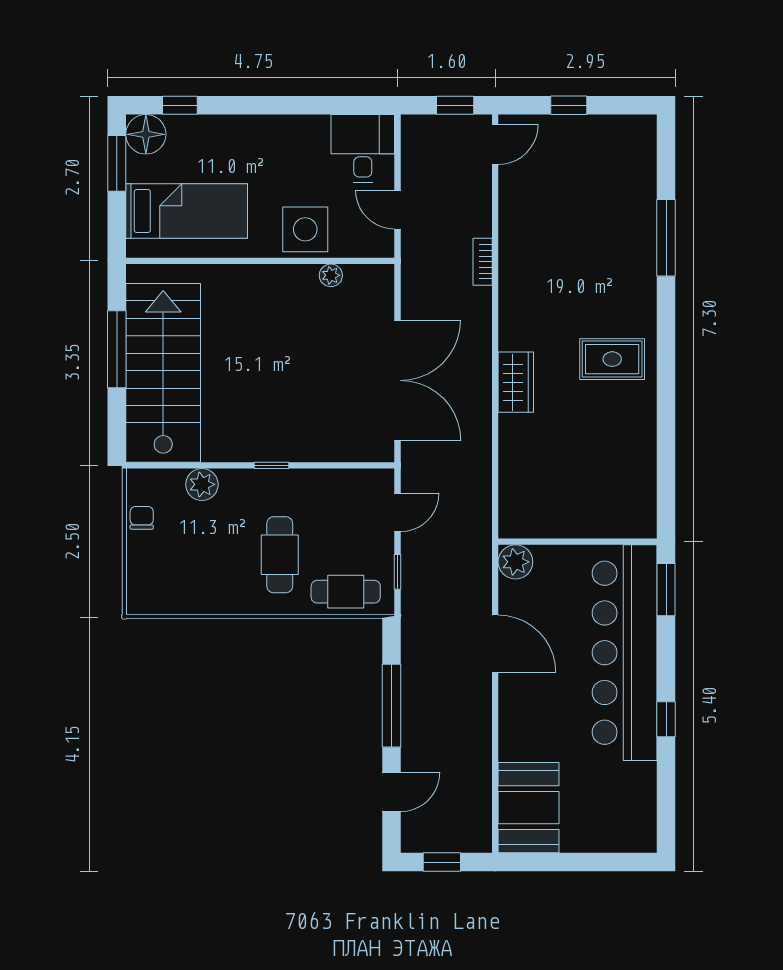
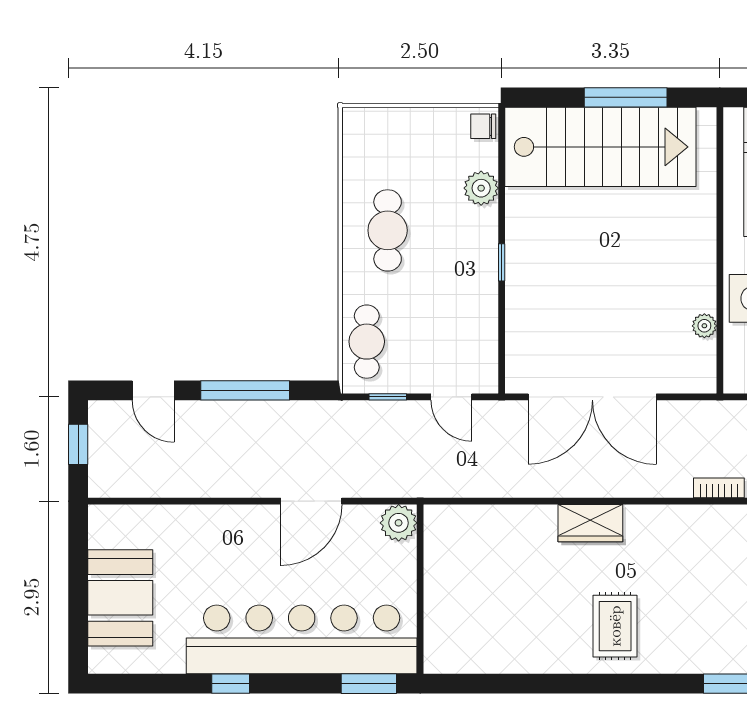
chair: (142, 518) -> (483, 126), moved, turned 180
cafe table: (280, 555) -> (388, 230), moved, turned 90
booth: (529, 808) -> (120, 598), moved, turned 90

